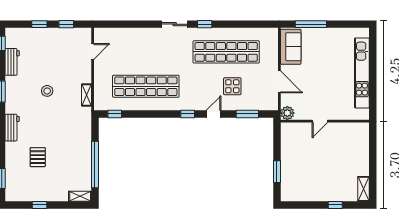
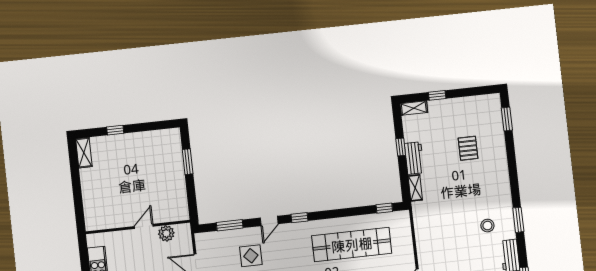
stool: (47, 91) -> (487, 226), moved
shelving: (86, 95) -> (415, 188), moved
plant: (287, 113) -> (166, 233), moved
workbench: (12, 128) -> (414, 158), moved, turned 180
window: (95, 164) -> (401, 147), width x0.32
window: (39, 205) -> (437, 95), moved

